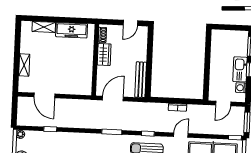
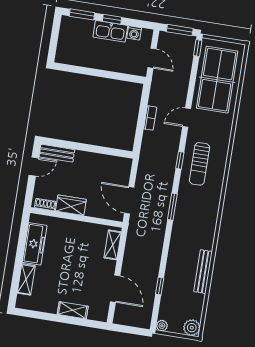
door: (130, 23) -> (34, 167), hinge flipped
bench: (141, 80) -> (57, 153), moved, width x0.73
shelving: (78, 90) -> (113, 245), added
door: (44, 95) -> (115, 289), hinge flipped
door: (181, 135) -> (187, 118), hinge flipped

